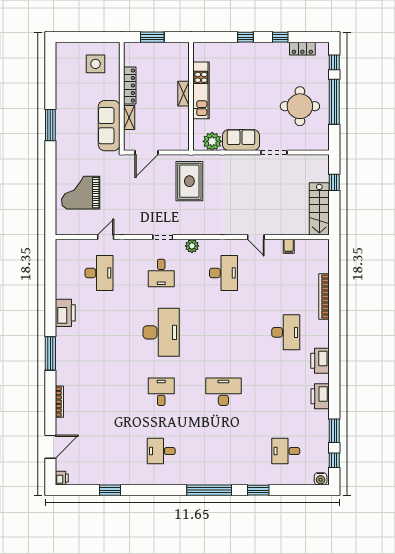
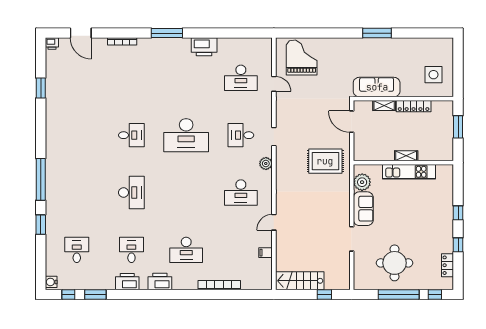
grand piano: (81, 193) -> (302, 58), moved
desk: (161, 451) -> (131, 250), moved

